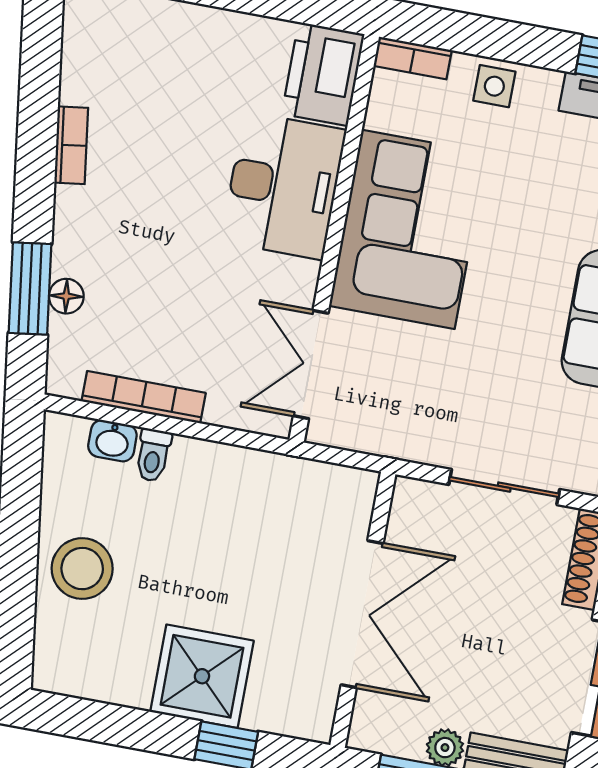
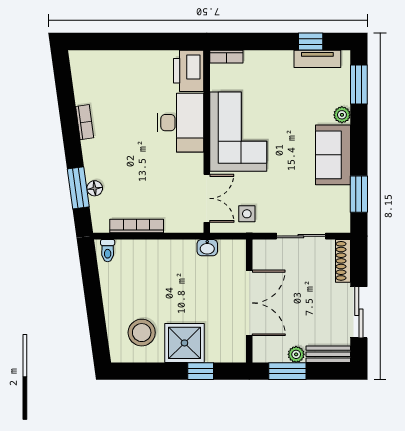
side table: (494, 86) -> (247, 214), moved
double door: (311, 365) -> (207, 198), swing flipped
washbasin: (112, 441) -> (207, 248), moved
toilet: (153, 455) -> (108, 251), moved
stool: (82, 569) -> (142, 333), moved

